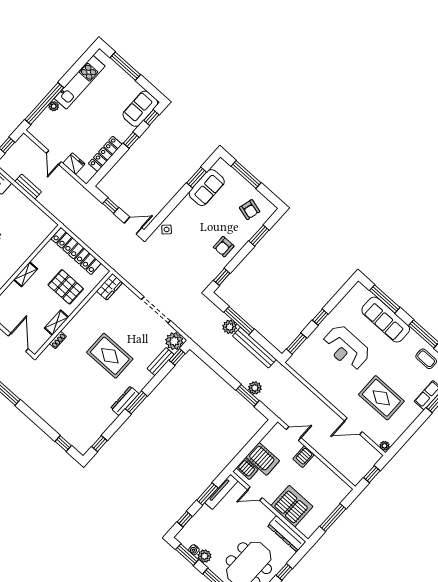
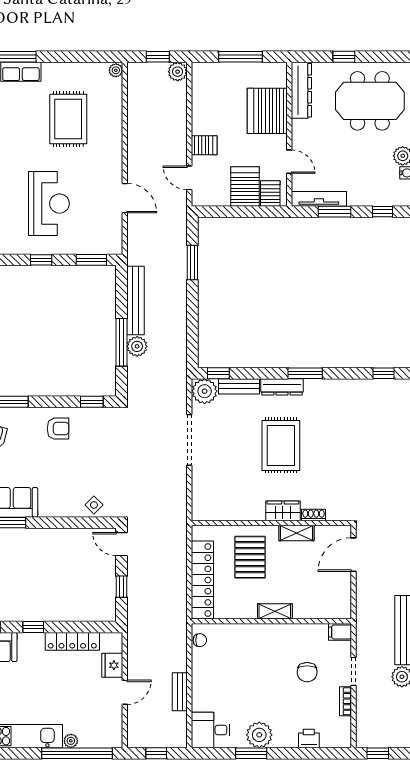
chair: (46, 221) -> (200, 640), added
wardrobe: (110, 287) -> (283, 511), moved
plant: (255, 388) -> (178, 72), moved
dresser: (125, 401) -> (282, 387), moved
door: (353, 426) -> (125, 198), moved

